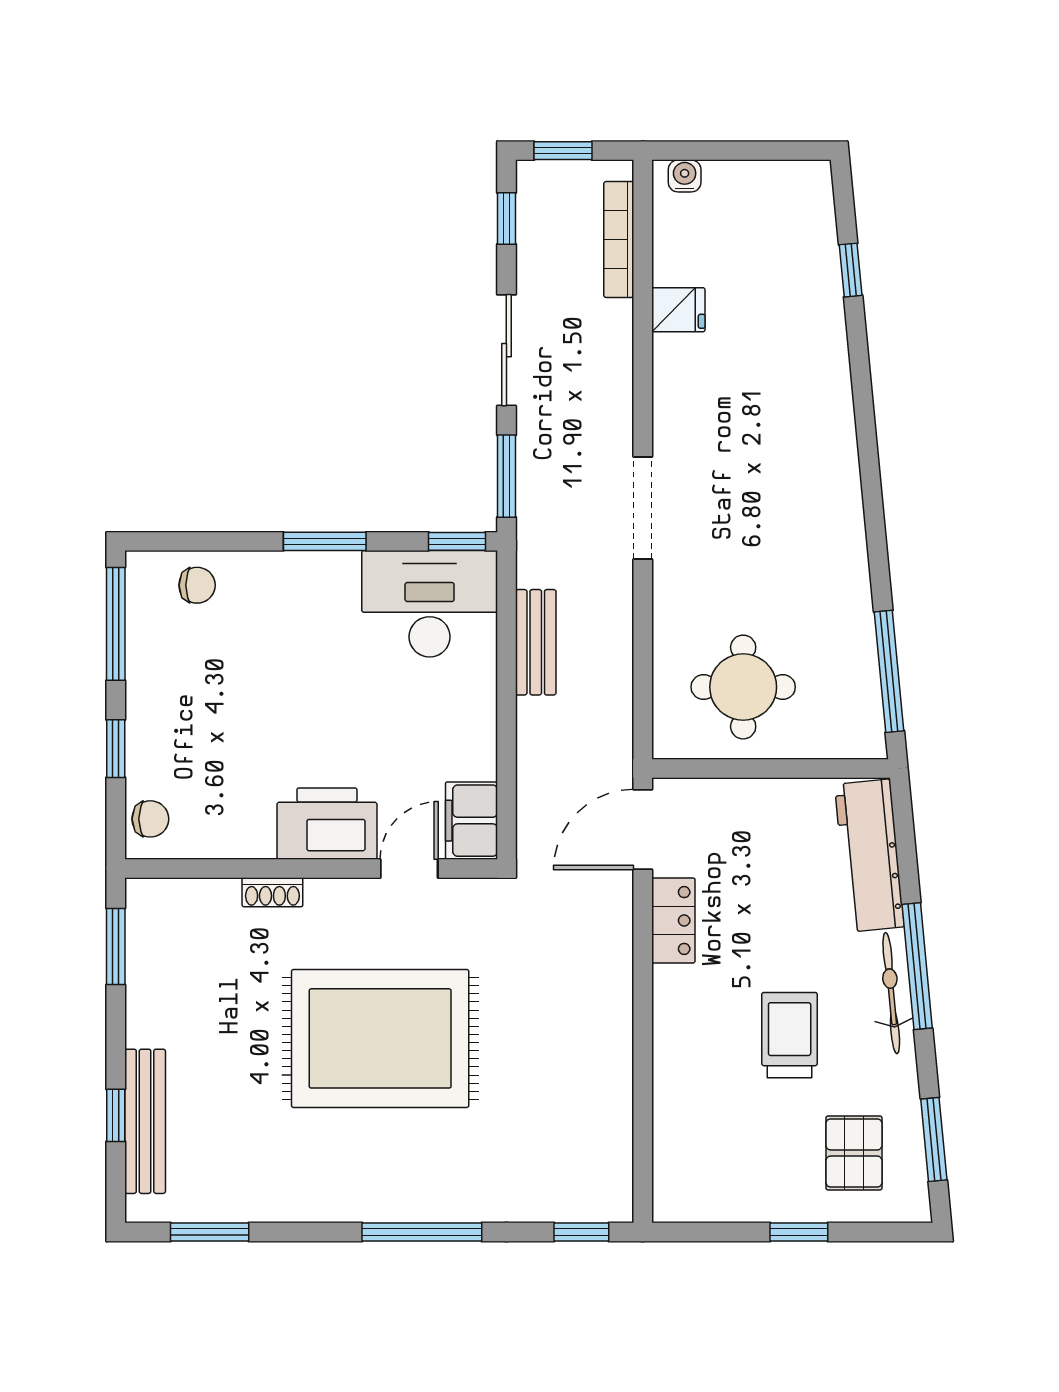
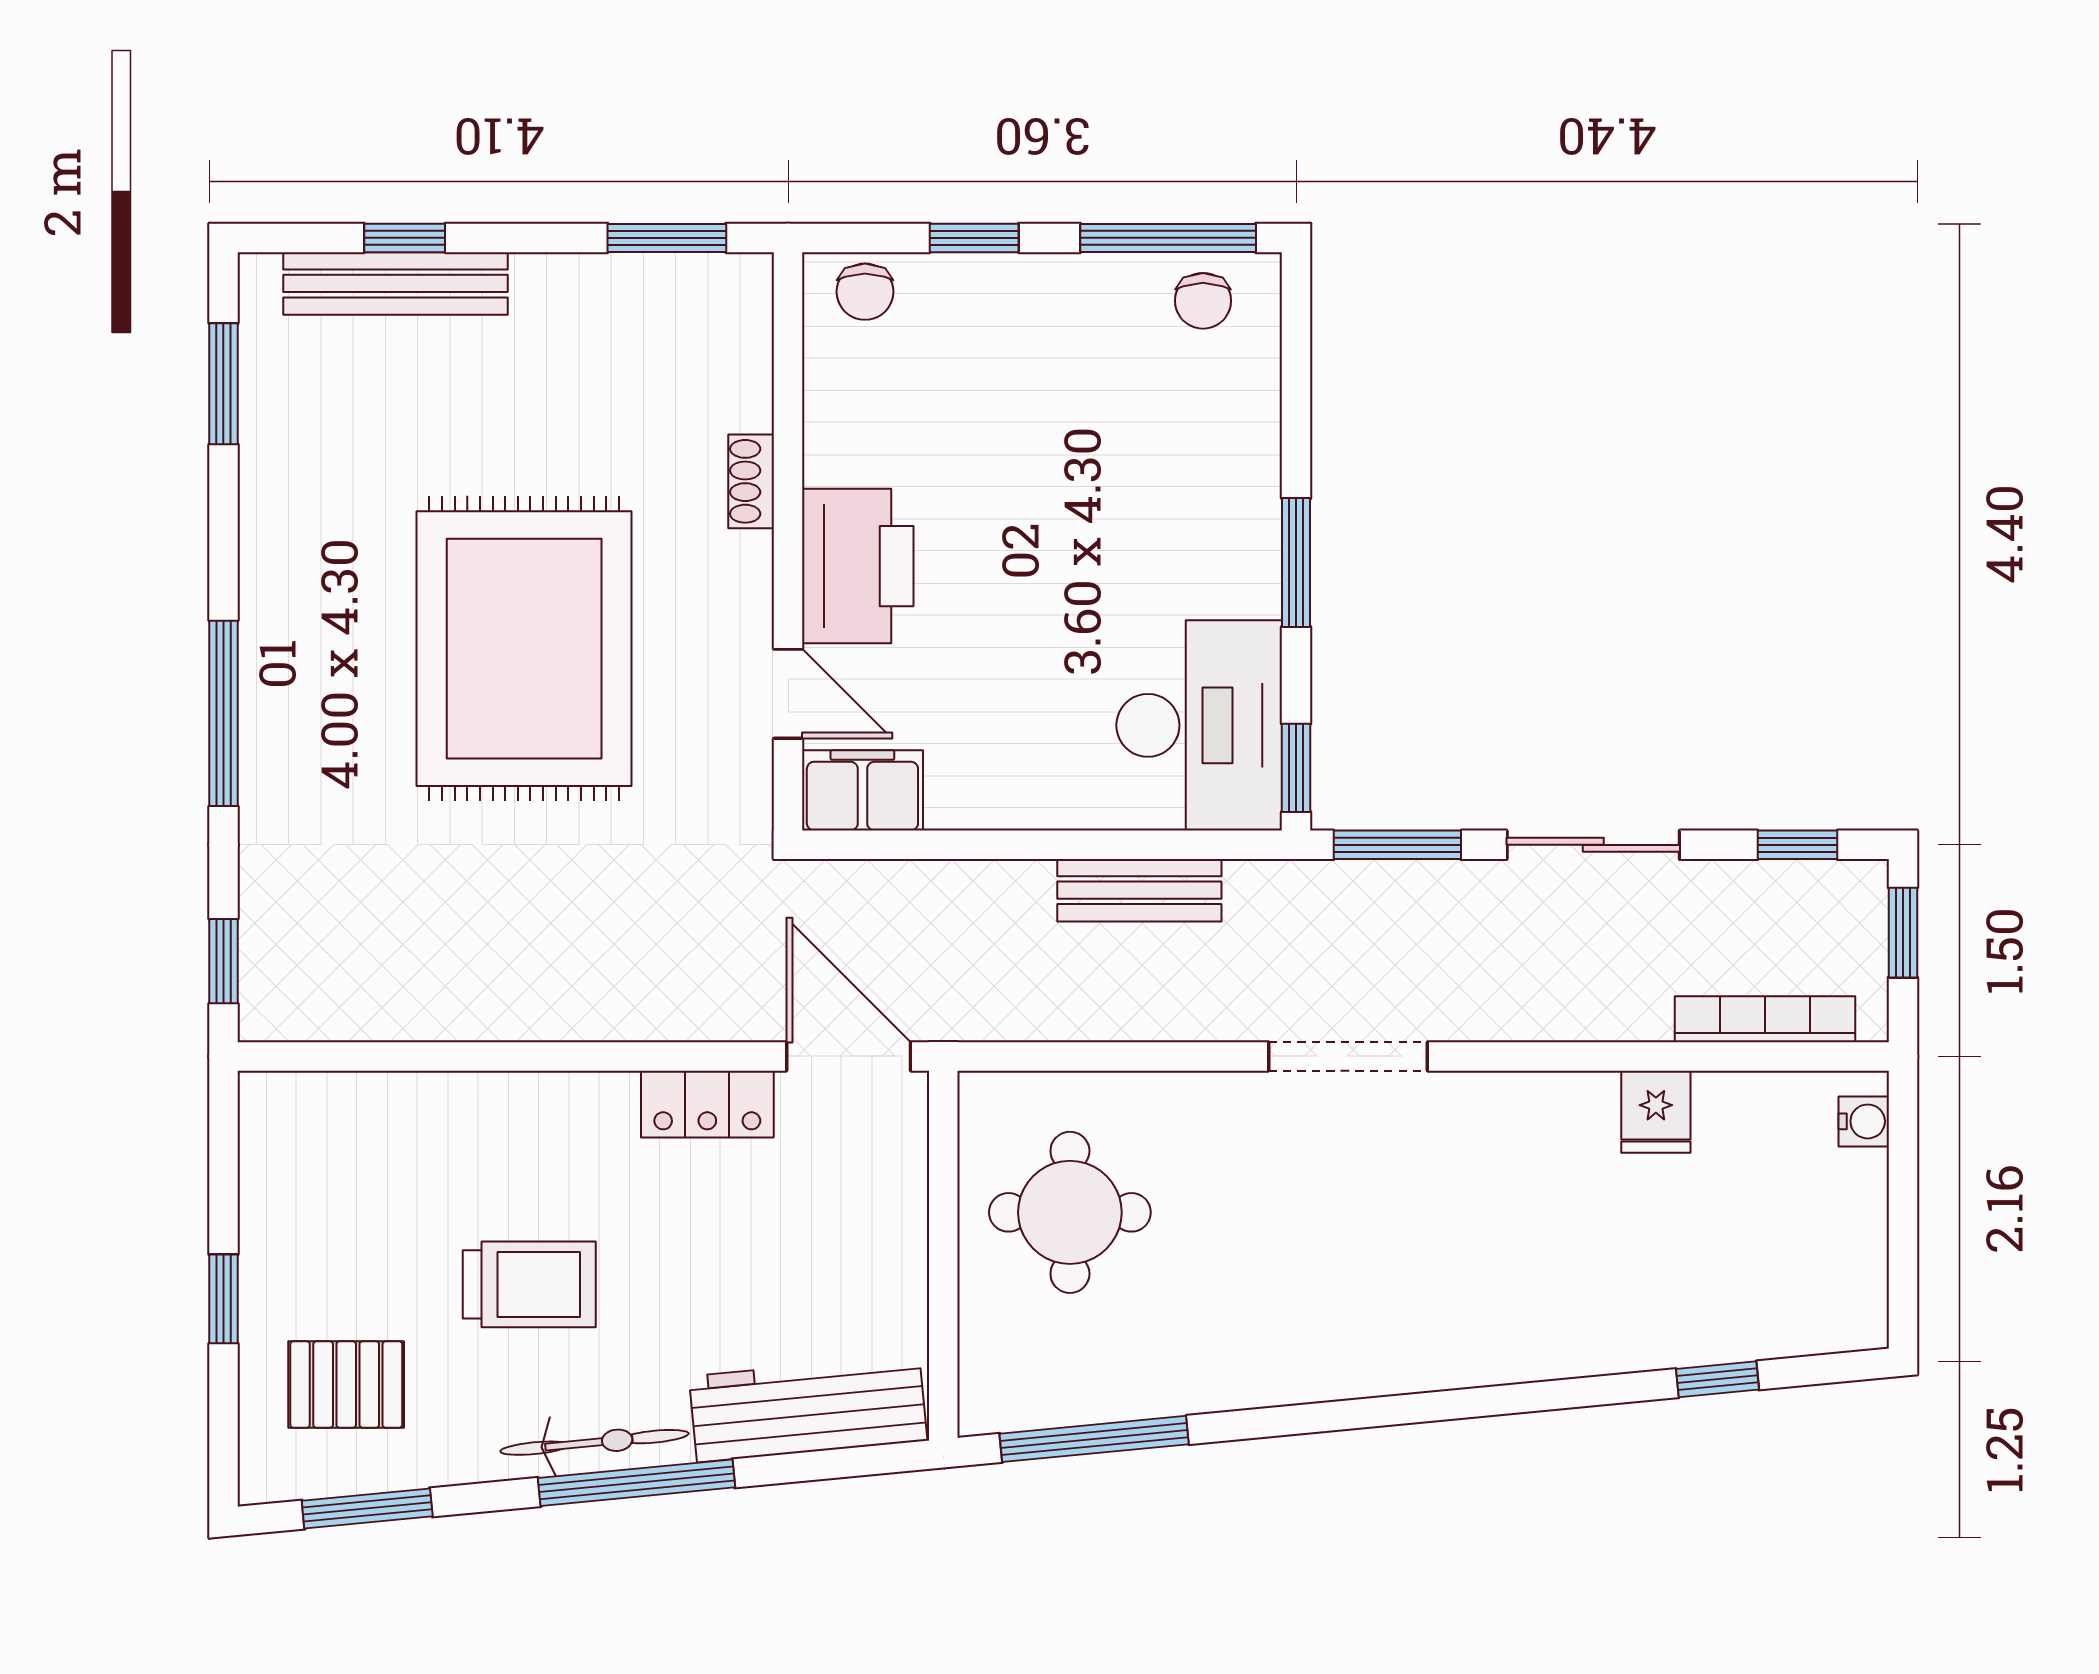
chair: (197, 585) -> (1203, 301), moved

